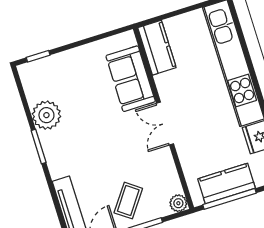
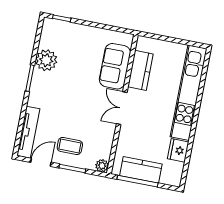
kitchen counter: (157, 48) -> (140, 70), moved
coffee table: (128, 201) -> (70, 146), turned 54

